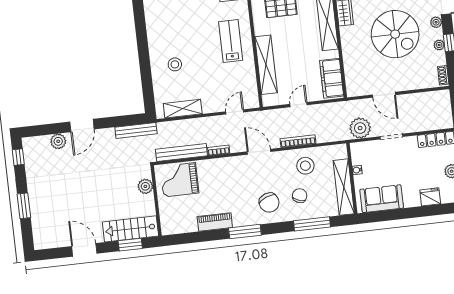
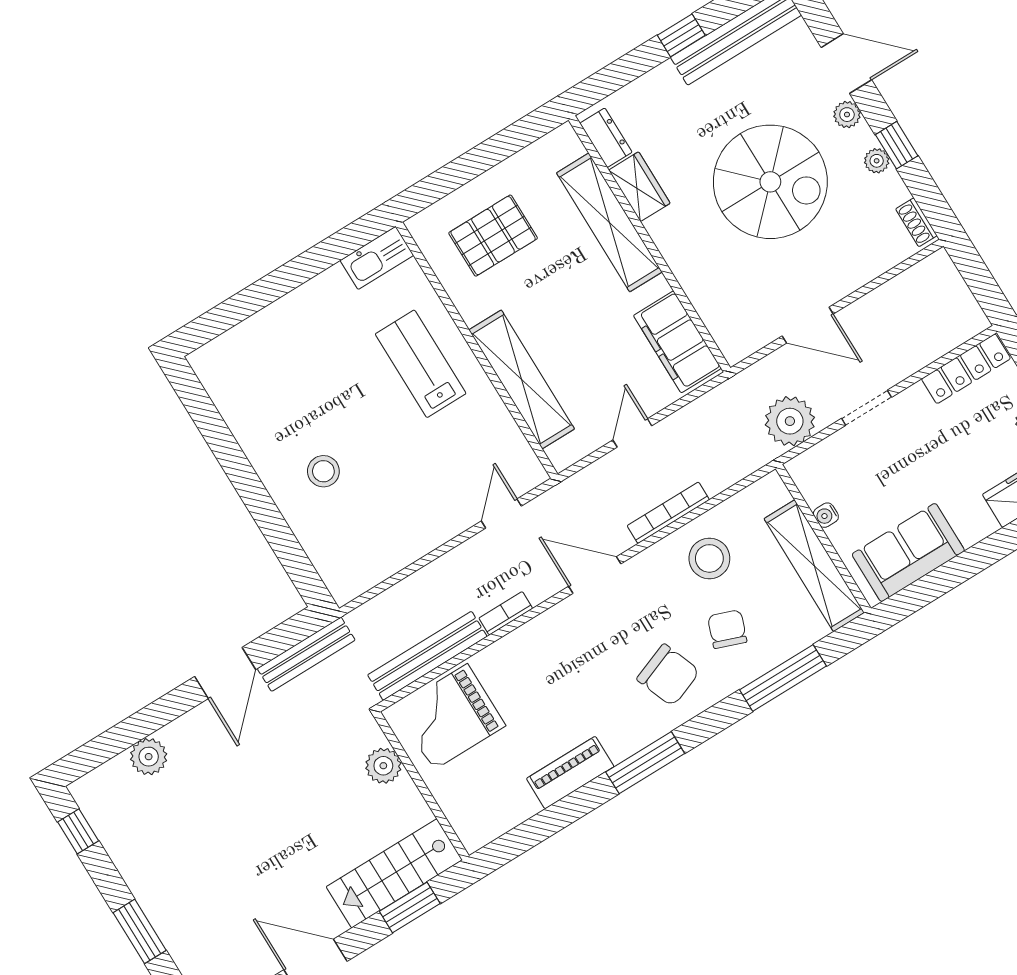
shelving: (183, 109) -> (385, 559), removed
door: (82, 126) -> (225, 673), moved

